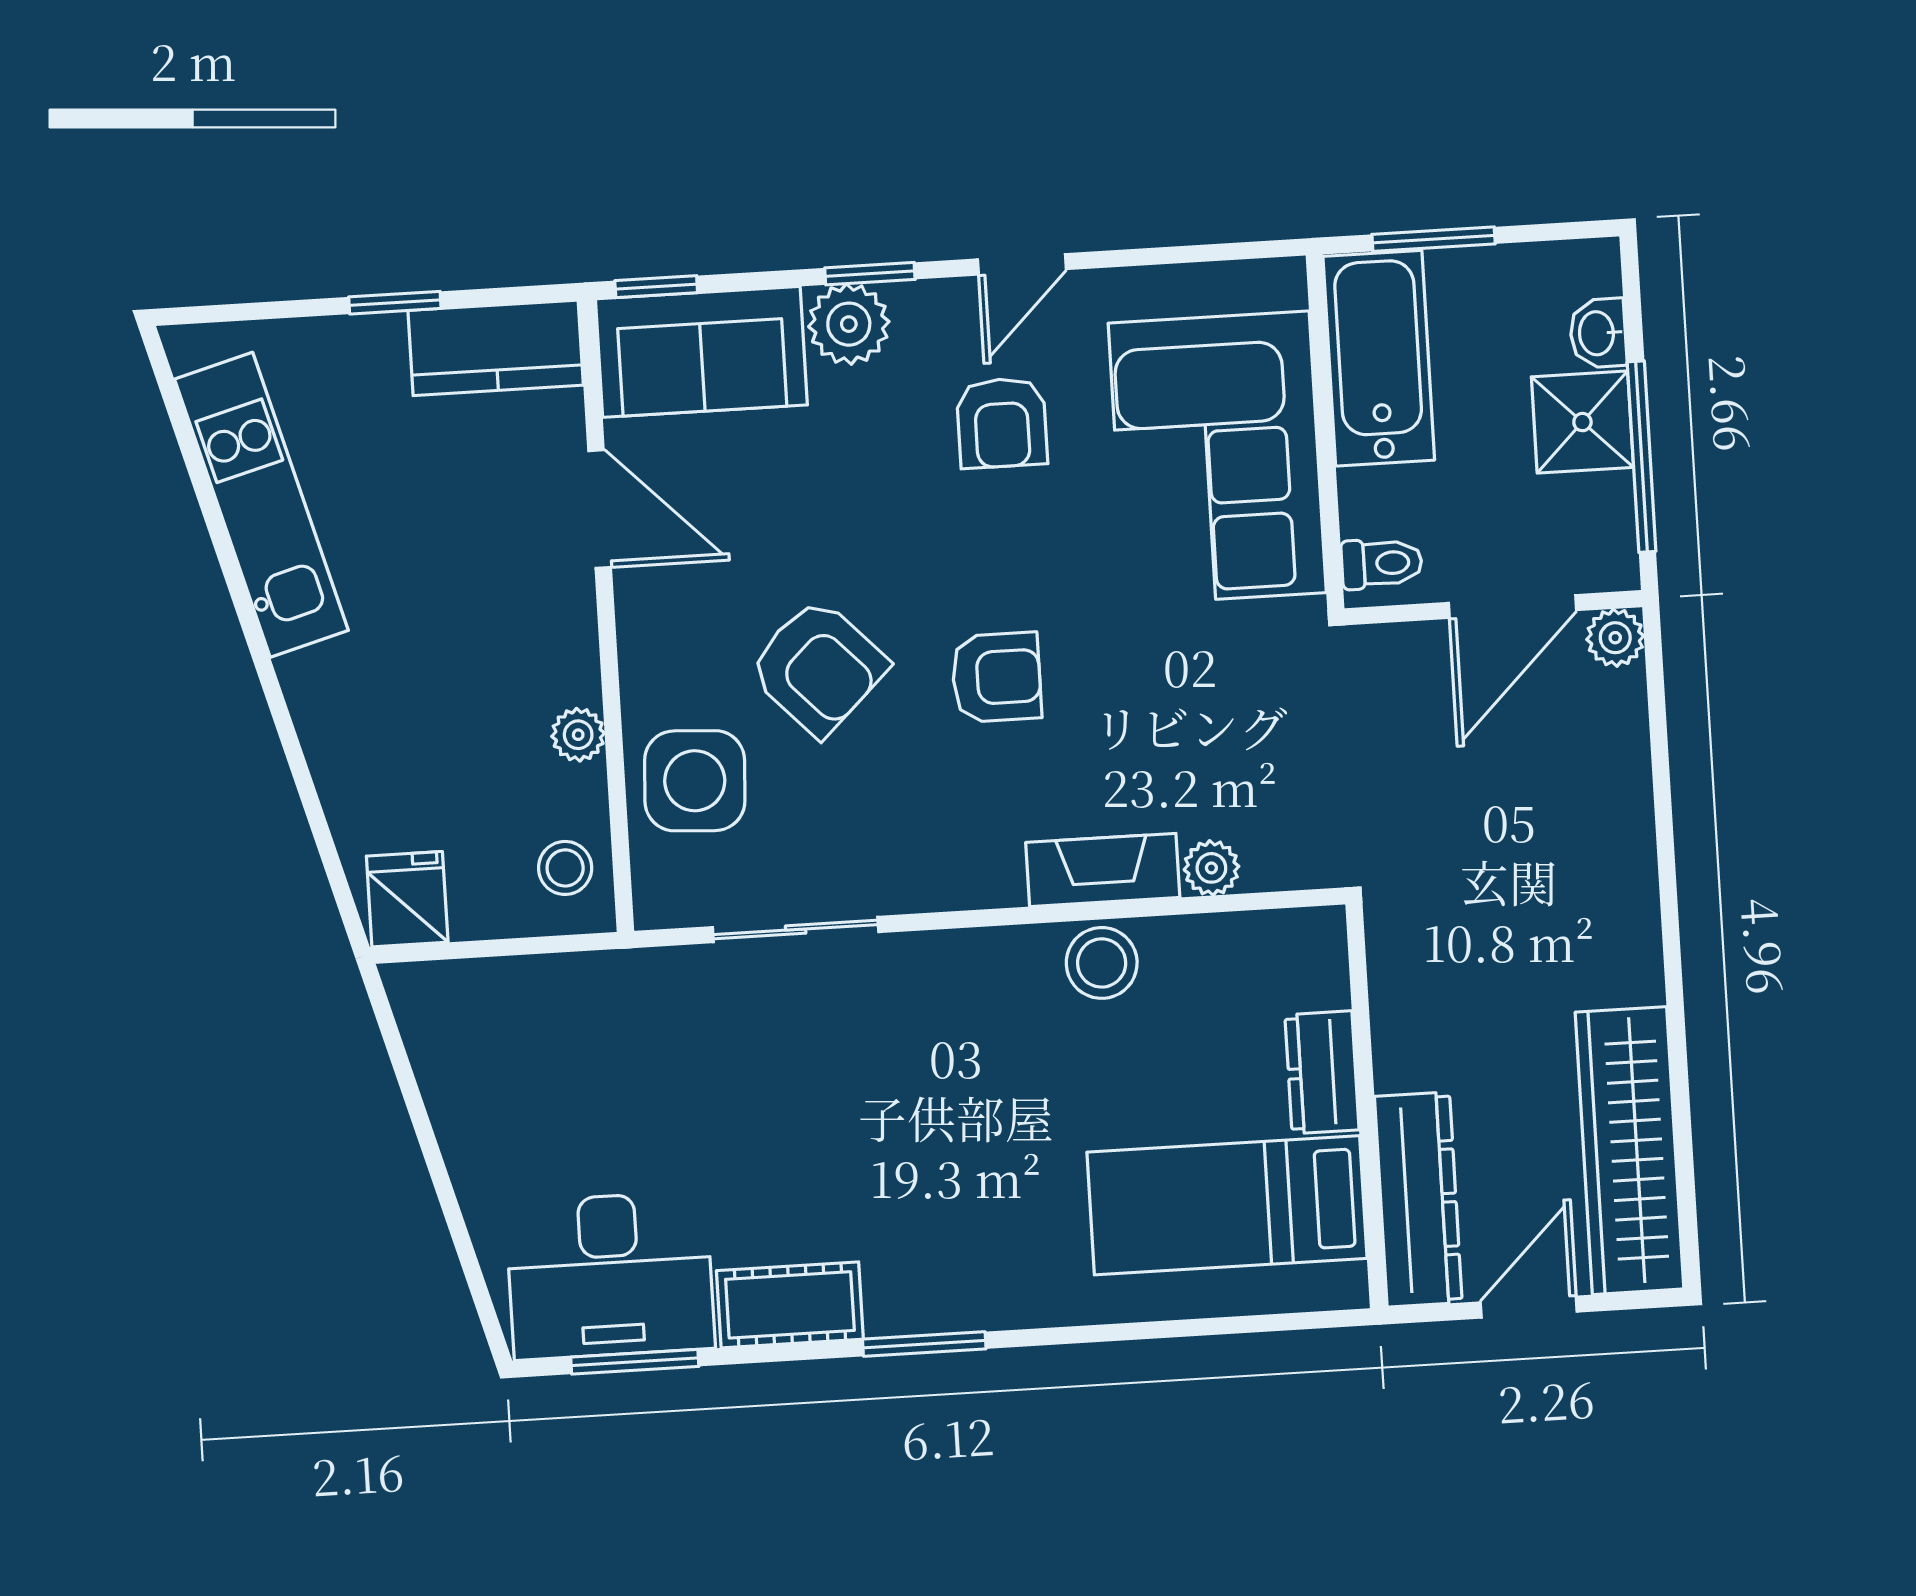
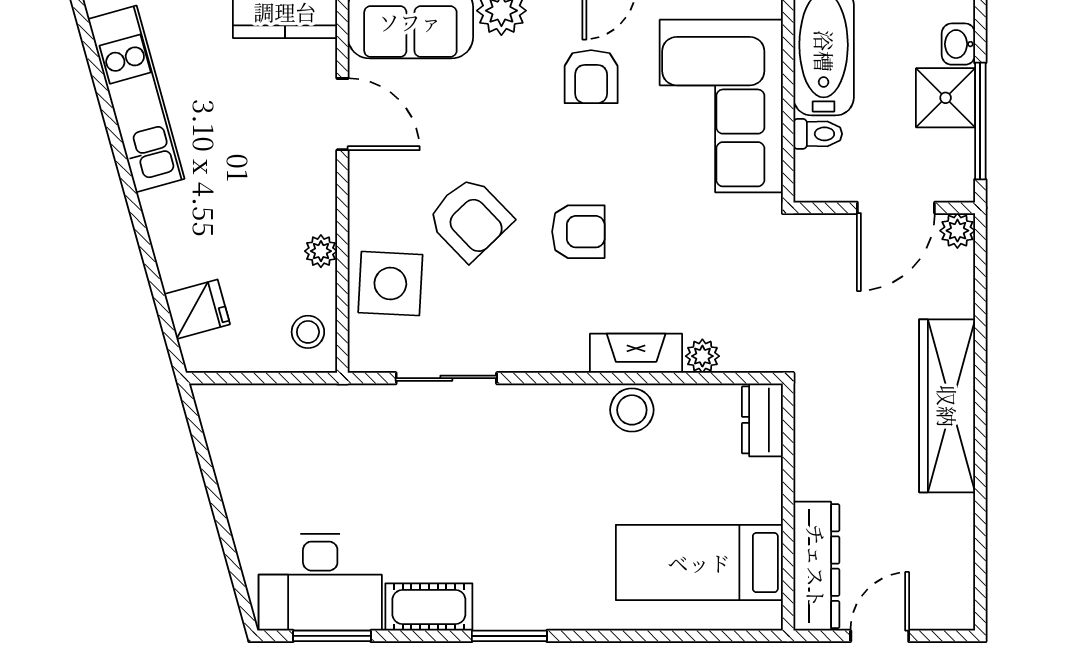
toilet: (1382, 563) -> (818, 134), moved
fridge: (407, 899) -> (197, 309), moved, turned 74
dresser: (1322, 1072) -> (762, 420), moved
wardrobe: (1629, 1151) -> (947, 406), moved

